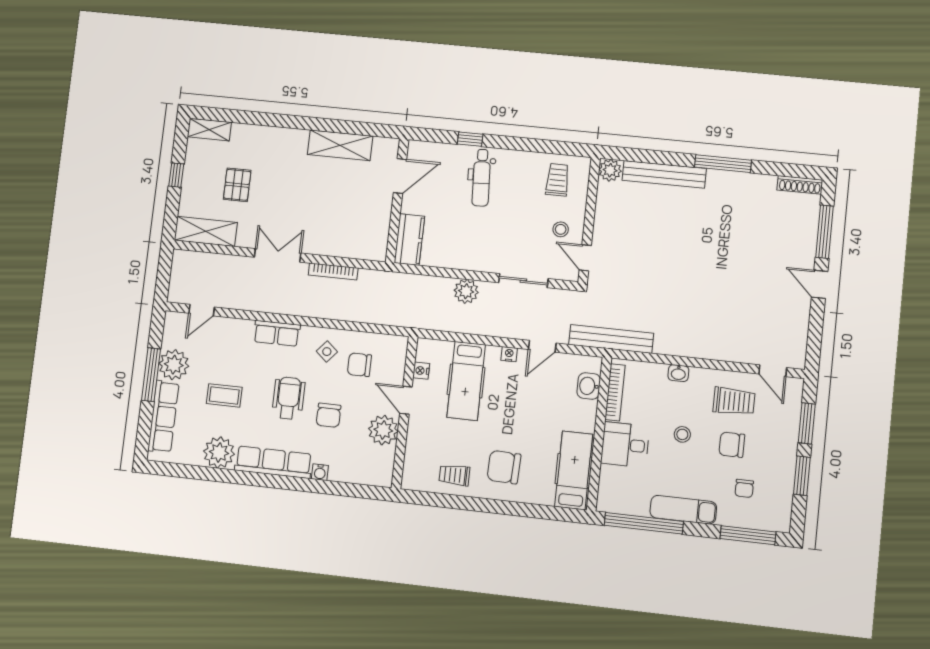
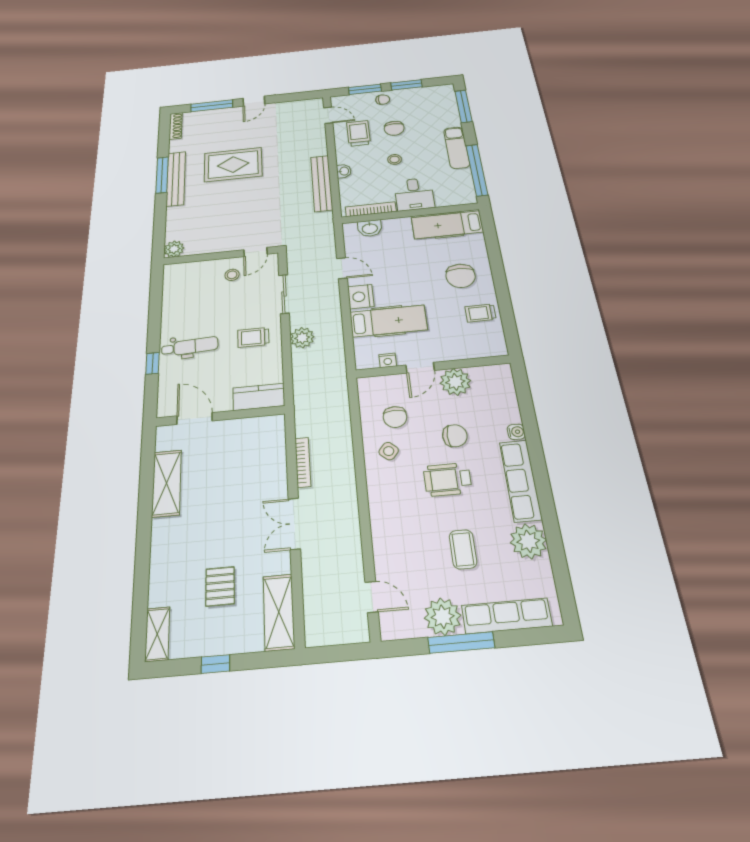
bench: (664, 174) -> (176, 179), moved
trolley: (557, 180) -> (253, 337), moved
pallet: (237, 185) -> (220, 586), turned 90
rug: (719, 247) -> (233, 165), added
row of seats: (277, 333) -> (380, 506), removed
bench: (611, 339) -> (322, 183), moved
nightstand: (509, 354) -> (361, 297), width x1.89, depth x1.79
door: (773, 371) -> (328, 115), hinge flipped
trolley: (454, 475) -> (480, 313), turned 90
chair: (744, 488) -> (383, 100), moved

